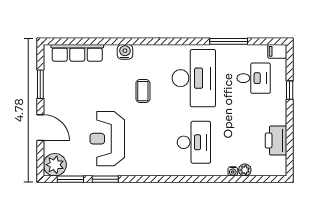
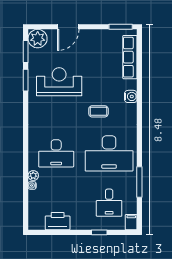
window: (40, 84) -> (121, 27), moved
plant: (245, 170) -> (33, 176), moved

